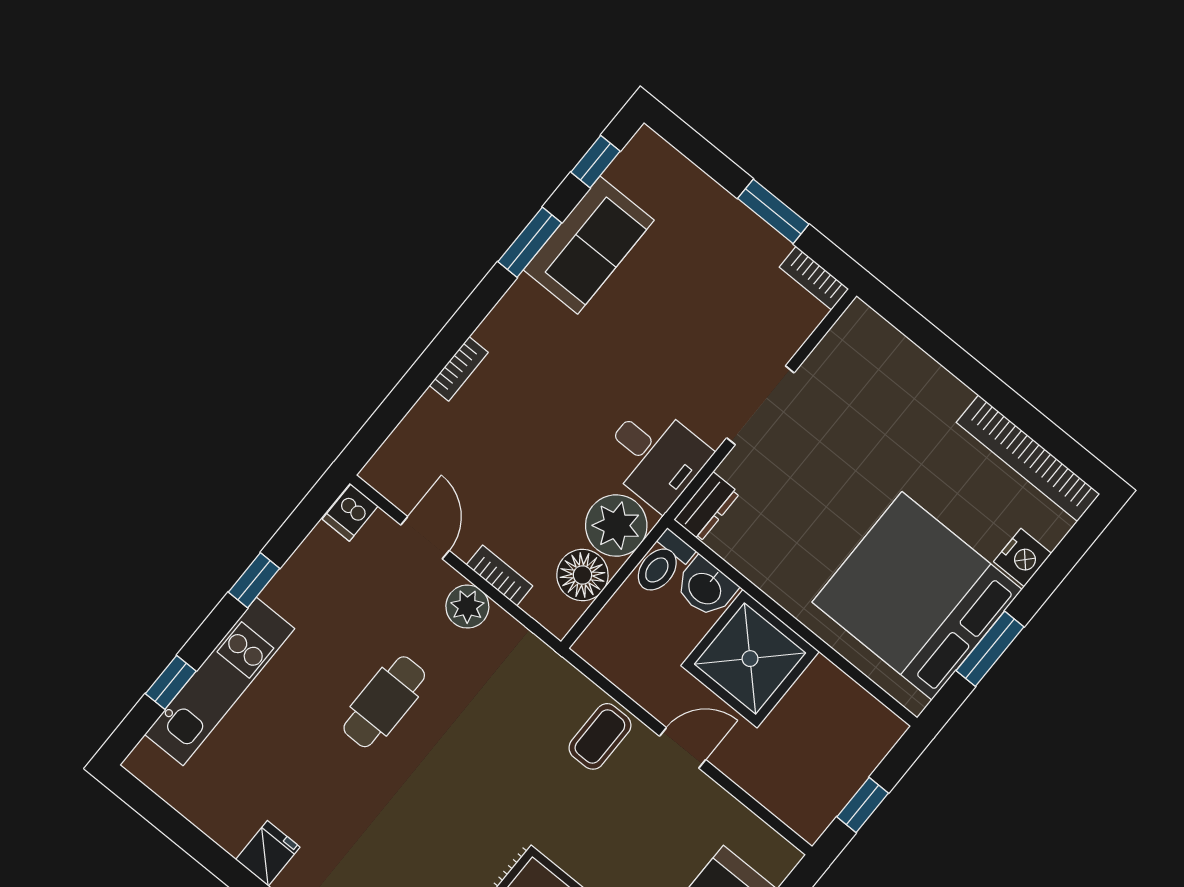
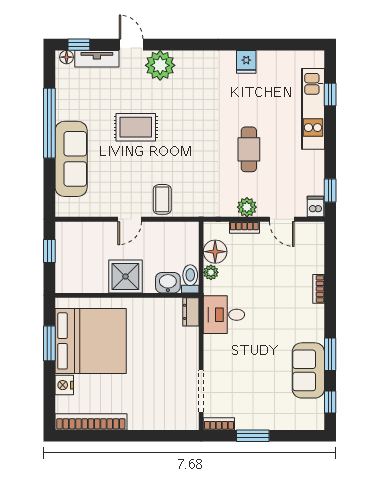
doorway: (760, 405) -> (201, 391), moved
plant: (616, 526) -> (211, 272), width x0.53, depth x0.53
window: (254, 580) -> (330, 190), moved
shower: (750, 659) -> (125, 277), width x0.73, depth x0.73

